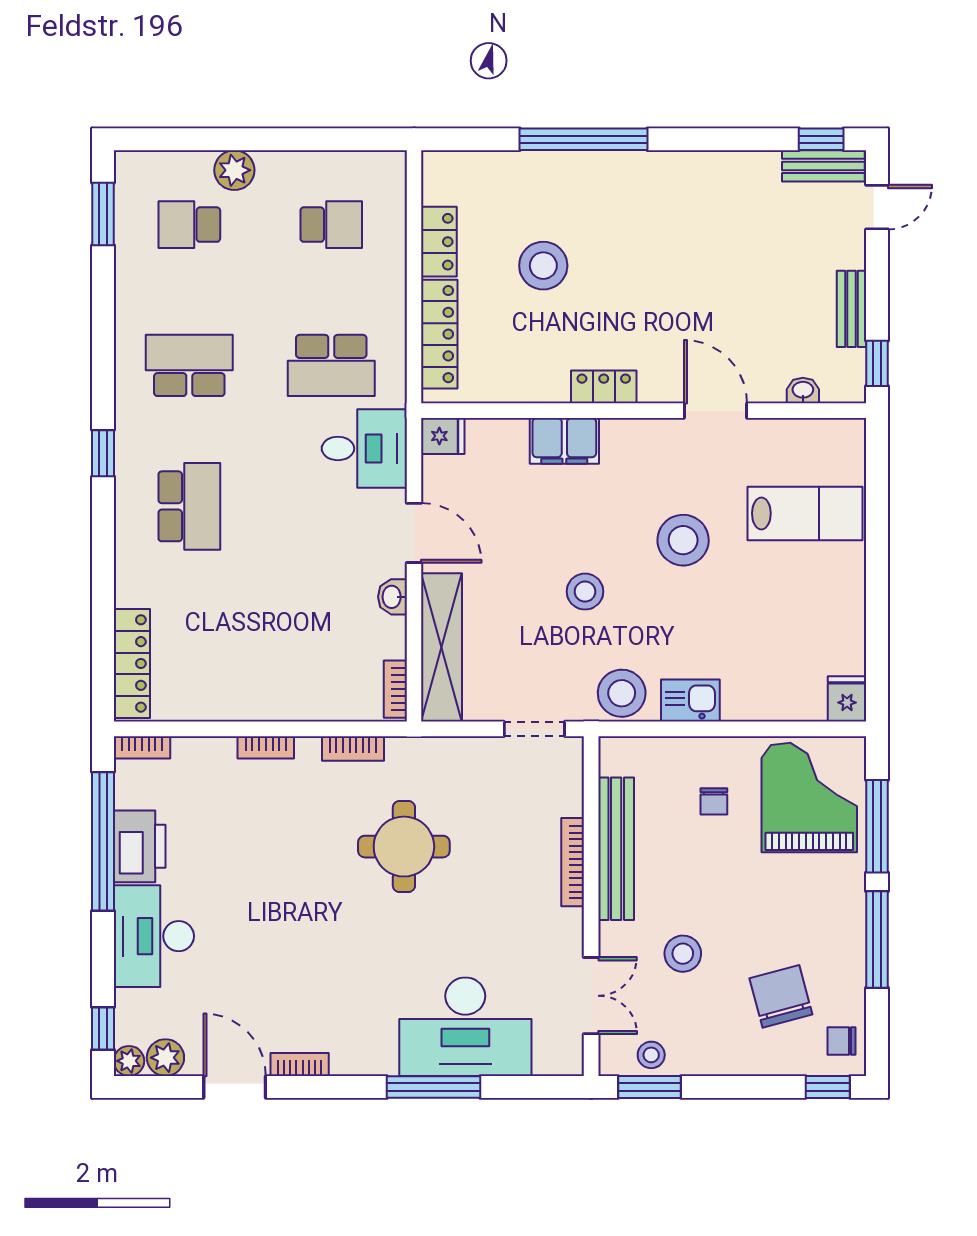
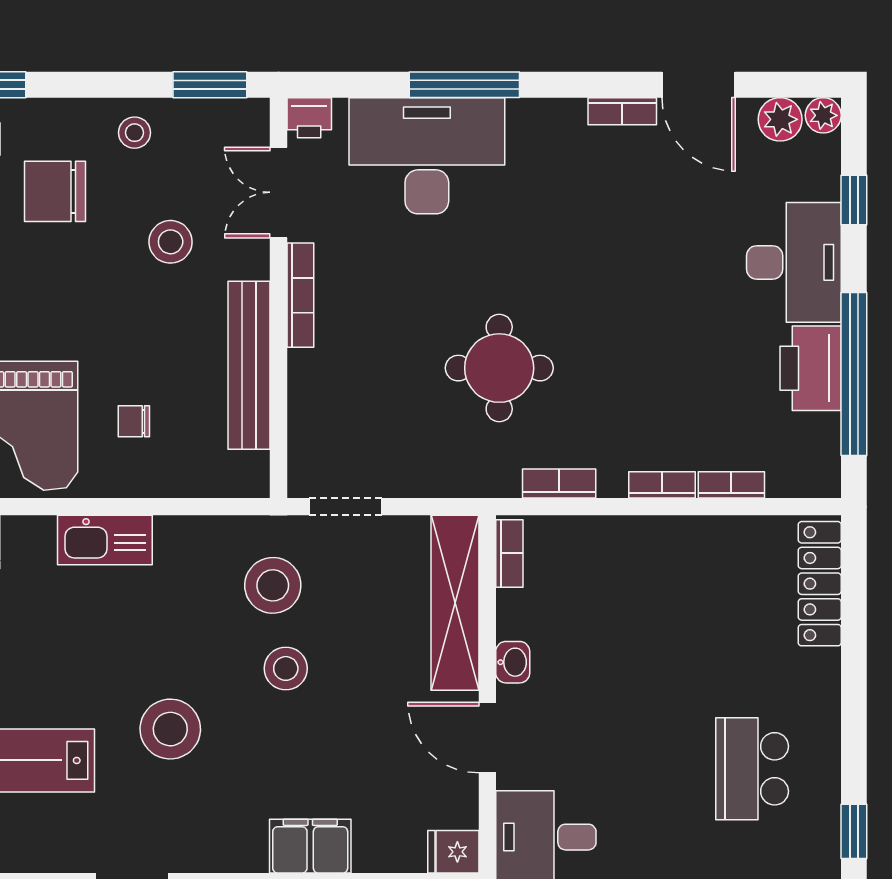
stool: (622, 693) -> (273, 585), moved
kitchen sink: (690, 700) -> (105, 540), moved, width x1.38
bookcase: (142, 747) -> (731, 485), moved
chair: (714, 801) -> (134, 421), turned -90
bookcase: (573, 862) -> (300, 295), moved
chair: (781, 996) -> (55, 191), turned 105
window: (103, 1028) -> (854, 200), moved
stool: (651, 1055) -> (135, 133), moved
printer: (565, 1059) -> (309, 118), added

